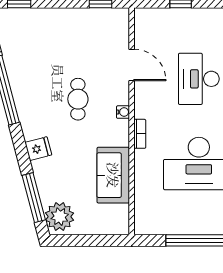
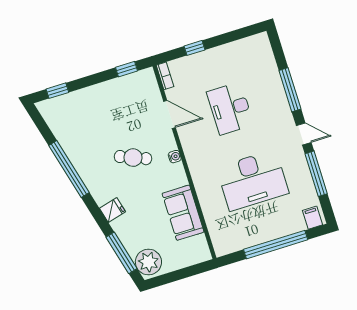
cafe table: (78, 99) -> (133, 158), turned -68
bookcase: (140, 134) -> (165, 76), moved

